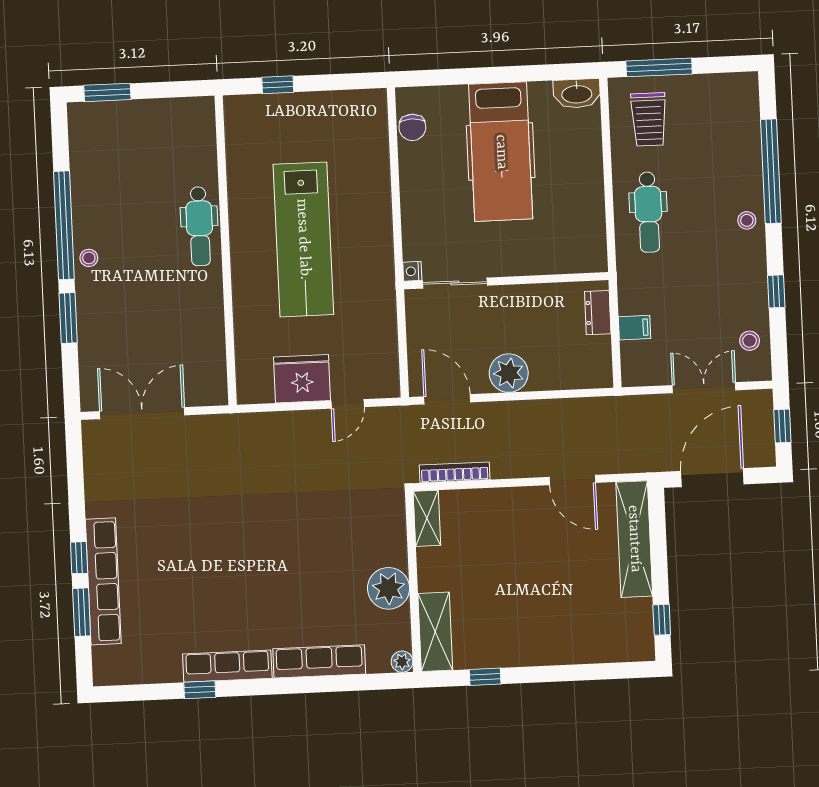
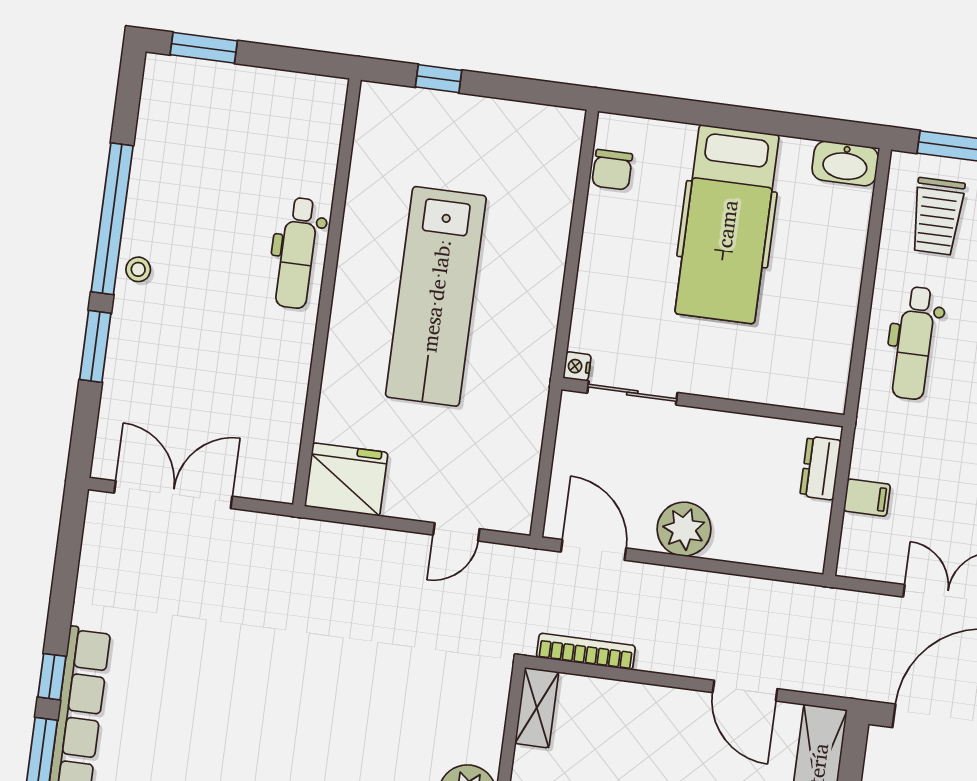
fridge: (302, 379) -> (346, 479), moved

